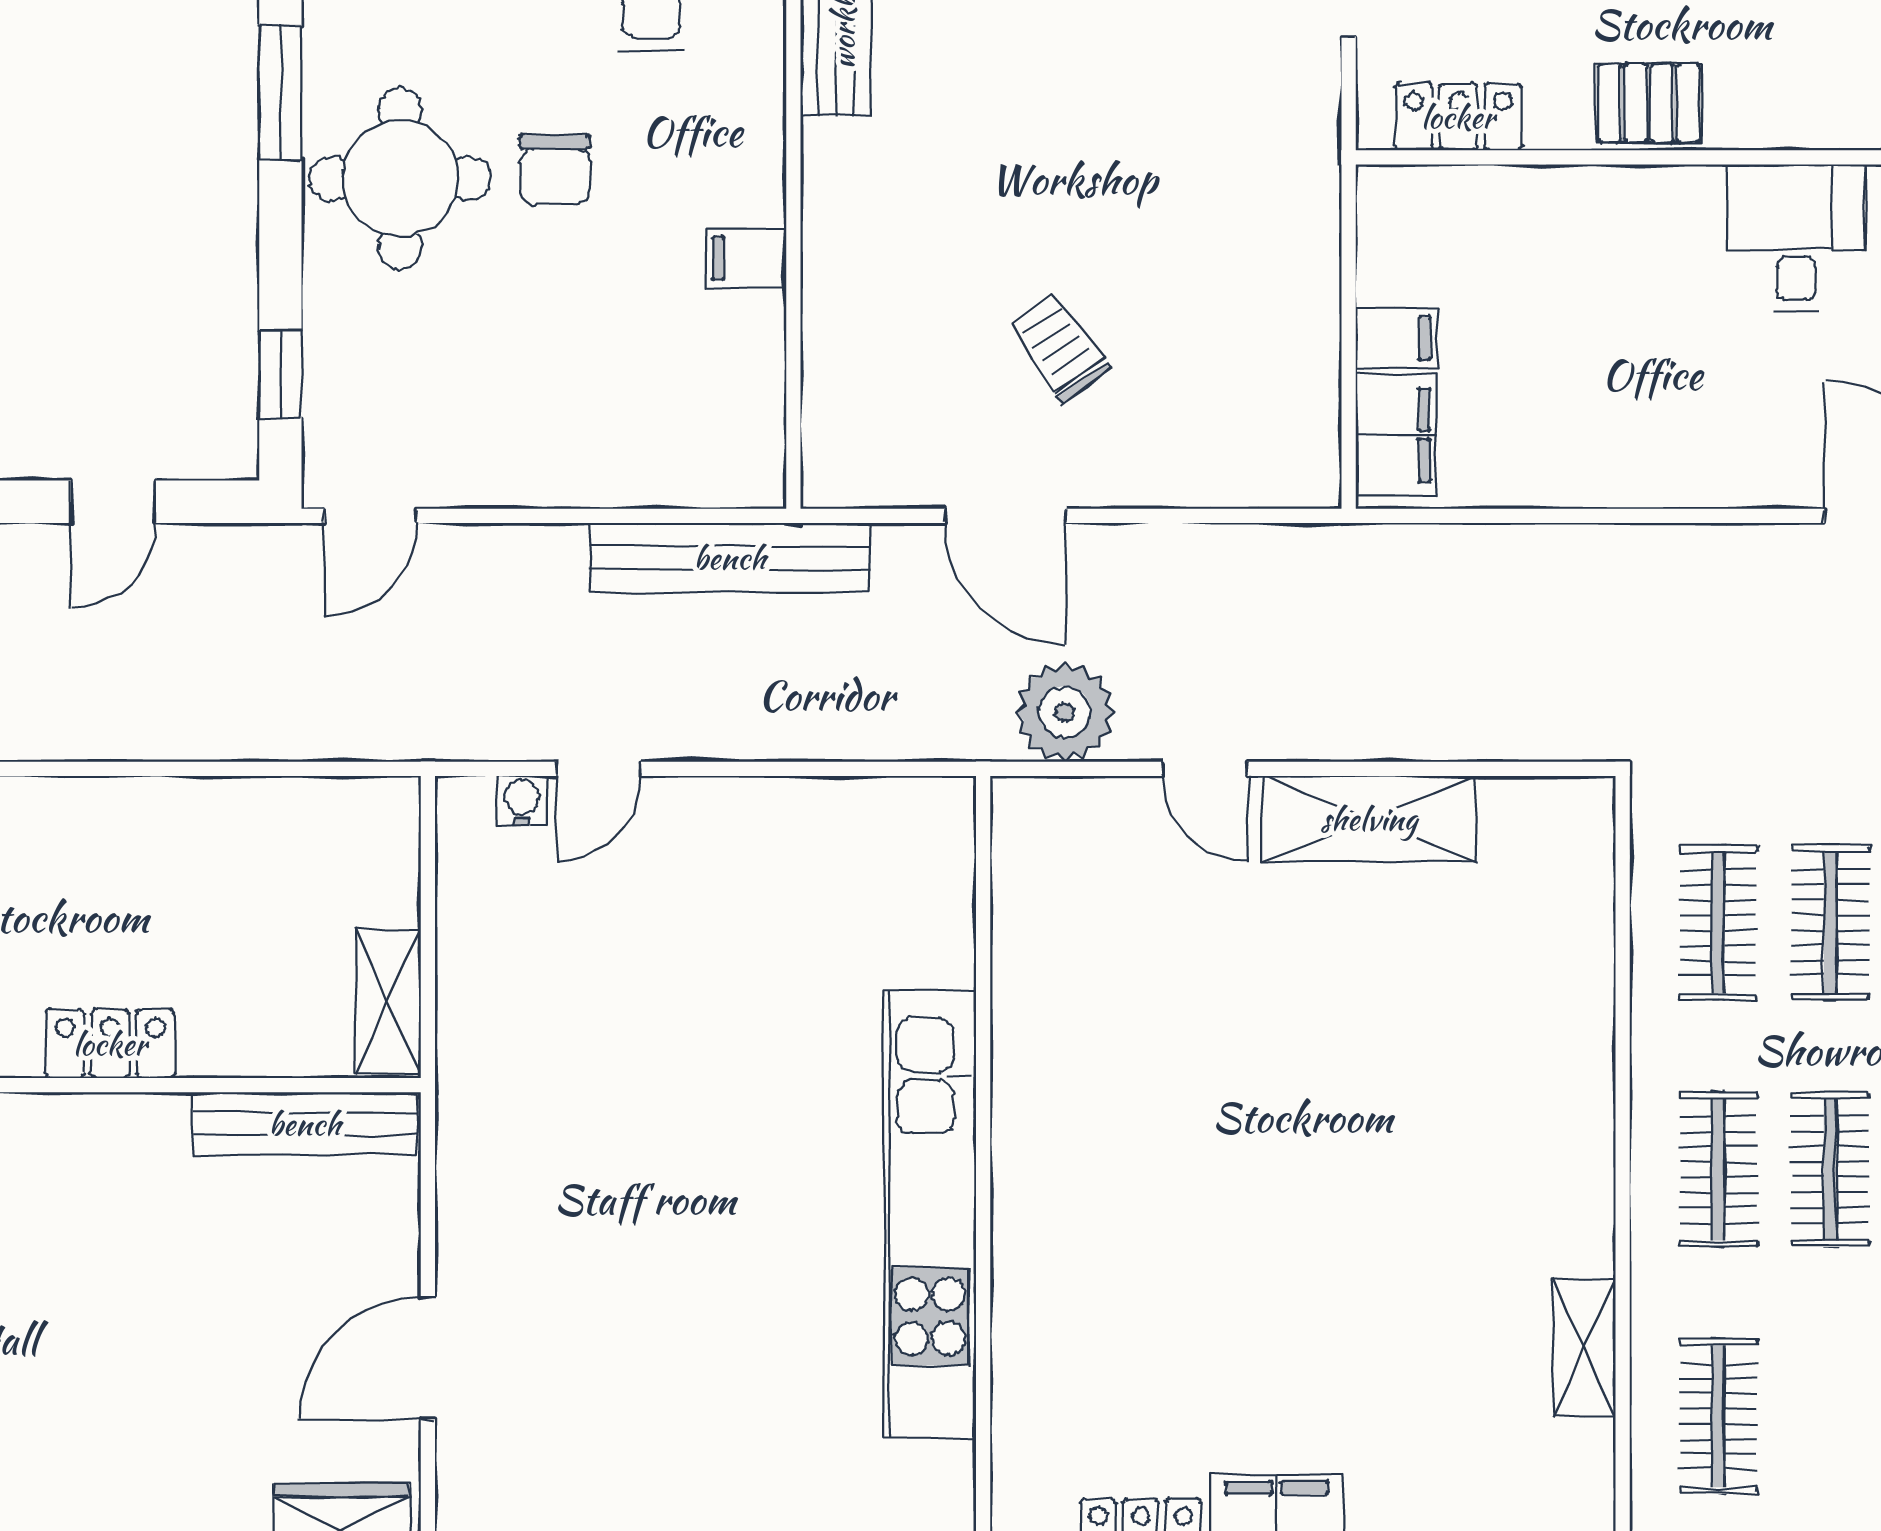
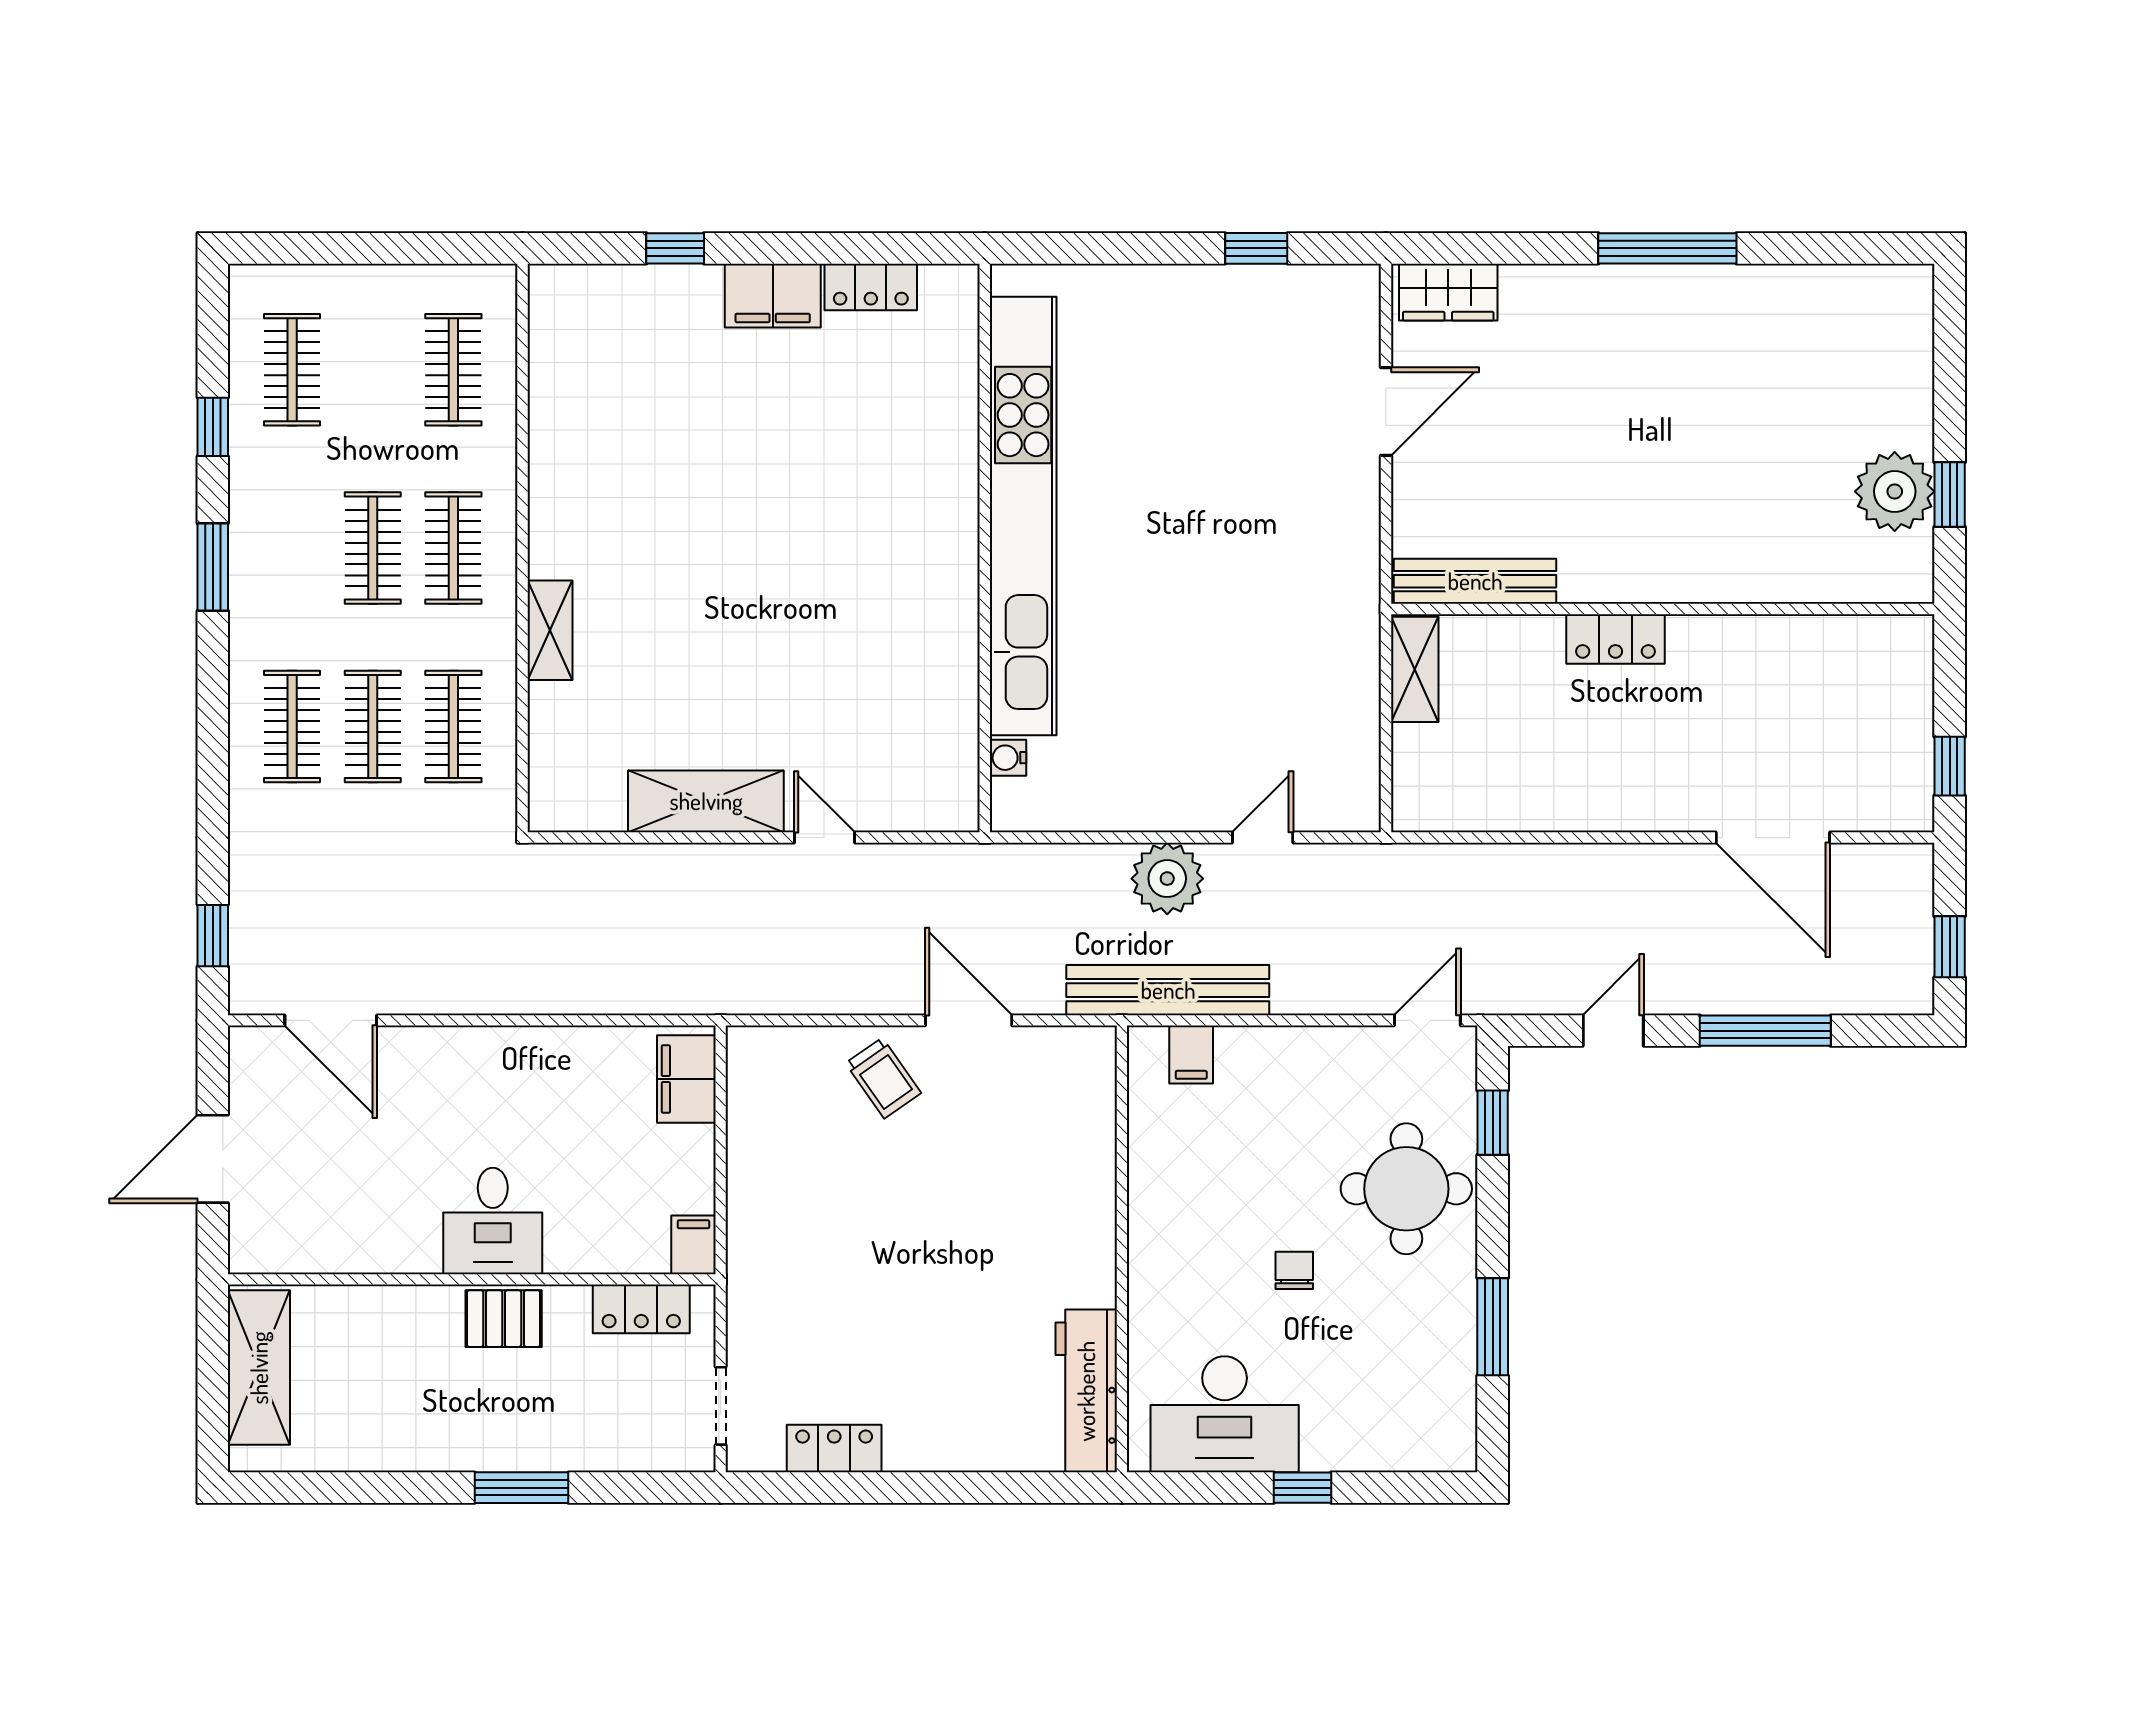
chair: (555, 170) -> (1294, 1270), width x0.73, depth x0.73
round table: (400, 178) -> (1406, 1189), moved
desk: (1796, 238) -> (493, 1221), moved
filing cabinet: (746, 258) -> (1191, 1054), moved, turned 90
filing cabinet: (1396, 338) -> (693, 1245), moved, turned 90
trolley: (1060, 347) -> (883, 1078), moved
plant: (1065, 712) -> (1167, 879), moved
water cooler: (522, 801) -> (1008, 758), moved, turned 90
kitchen unit: (930, 1214) -> (1023, 516), width x1.36
shelving: (1585, 1347) -> (550, 630), moved

